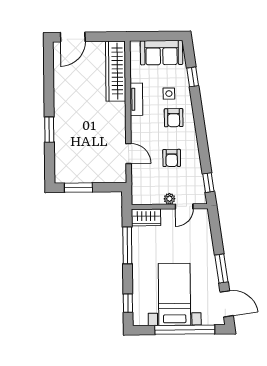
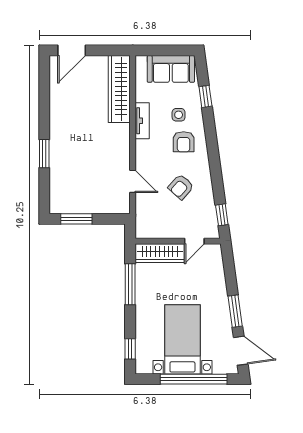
armchair: (172, 158) -> (181, 187), turned 42
plant: (169, 199) -> (178, 232), removed
wardrobe: (146, 217) -> (160, 253), width x1.50

